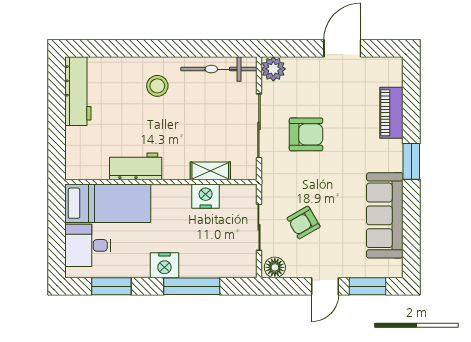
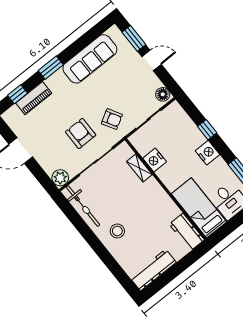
window: (411, 97) -> (17, 94), added
workbench: (136, 166) -> (187, 232), moved
armchair: (304, 222) -> (112, 119), moved
window: (192, 286) -> (207, 130), width x0.46

